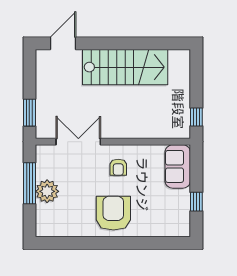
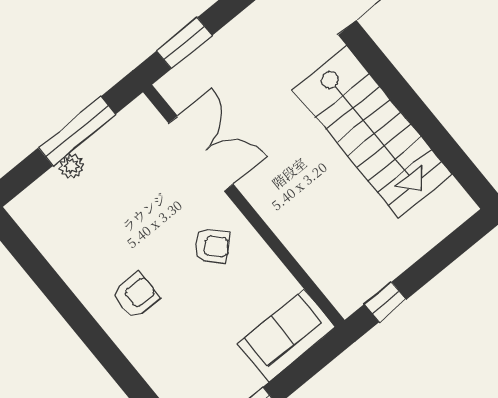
armchair: (118, 167) -> (212, 246), turned -133
plant: (47, 191) -> (72, 166), width x0.53, depth x0.53
armchair: (113, 213) -> (136, 295), width x0.53, depth x0.53

